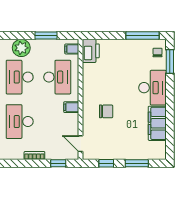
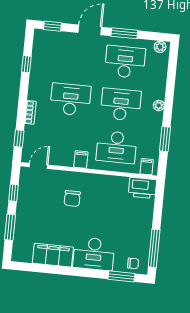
plant: (21, 48) -> (159, 105), width x0.53, depth x0.53

